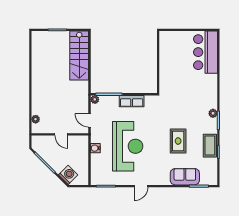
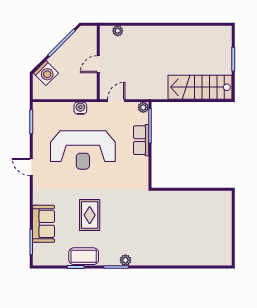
bar counter: (205, 52) -> (204, 250), removed
row of seats: (132, 101) -> (141, 140), moved
rug: (178, 141) -> (90, 215), turned 90

